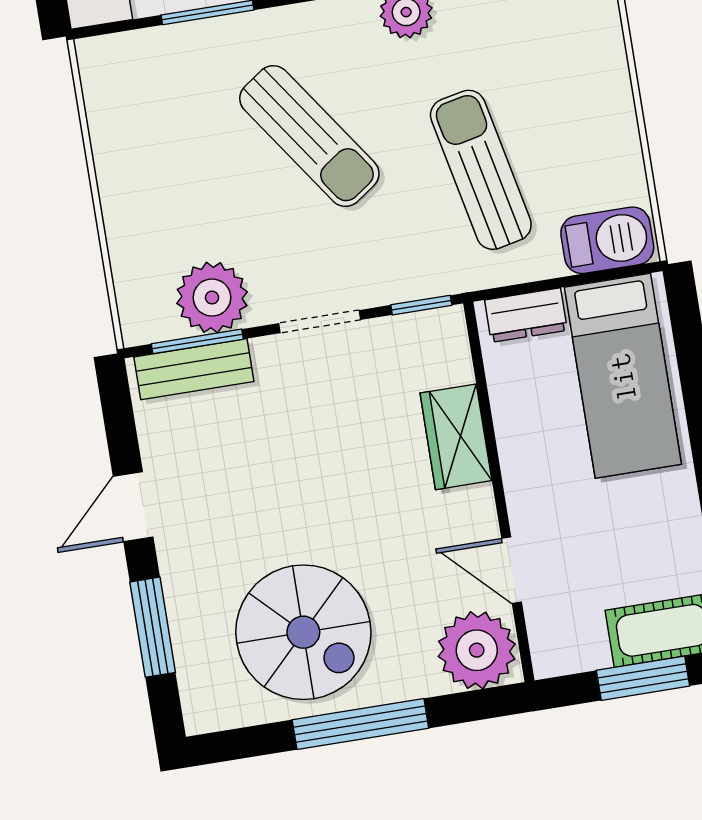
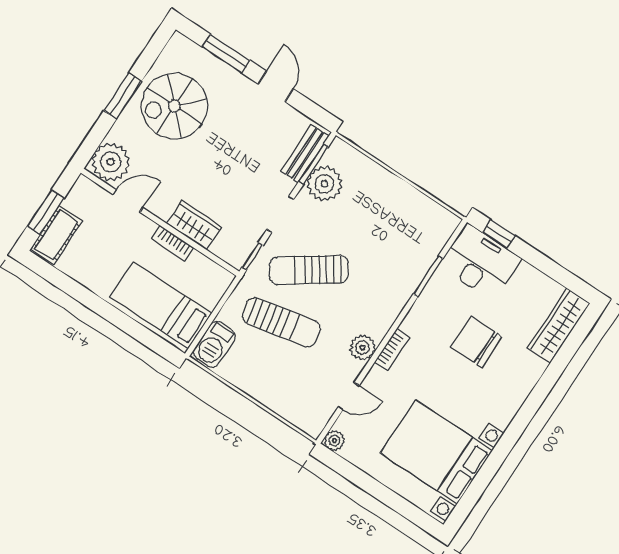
sun lounger: (309, 136) -> (309, 270), moved
dresser: (526, 315) -> (214, 290), removed
bookcase: (513, 444) -> (172, 243), added
window: (360, 724) -> (123, 96), width x0.69

